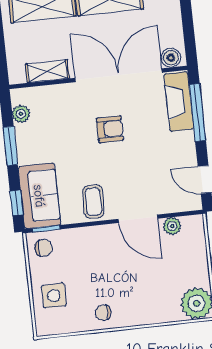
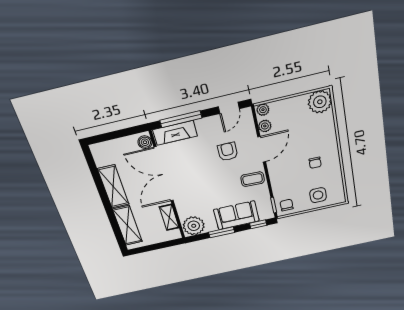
plant: (21, 114) -> (194, 226), width x1.88, depth x1.88
armchair: (110, 129) -> (228, 152), moved
sofa: (39, 196) -> (236, 215), moved
plant: (196, 225) -> (263, 110), added
chair: (103, 313) -> (315, 163), moved

